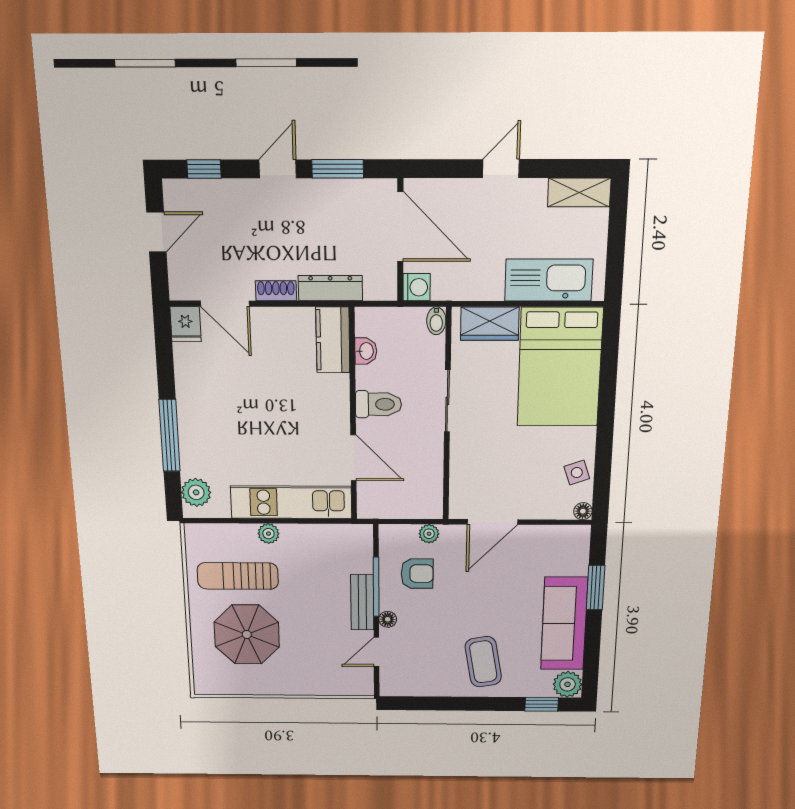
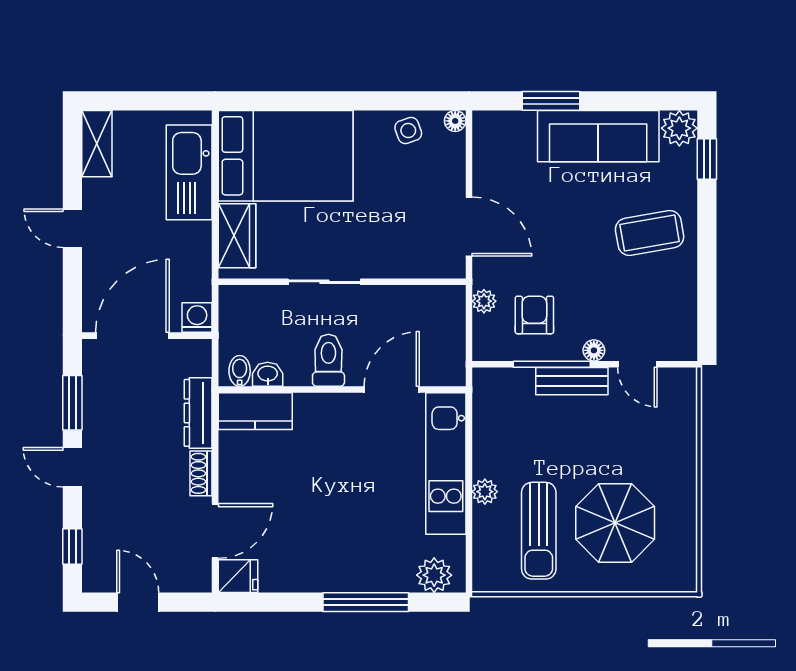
bidet: (436, 321) -> (240, 371), moved, turned -90

